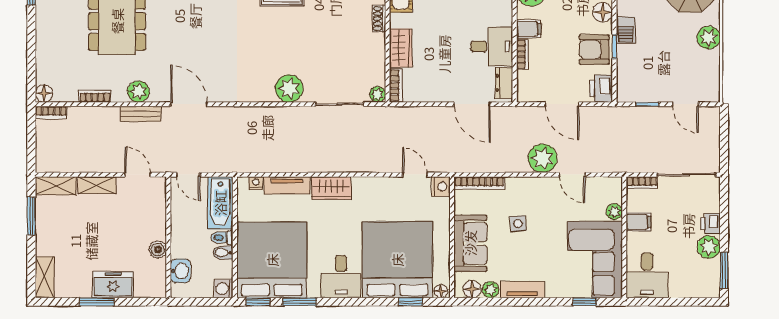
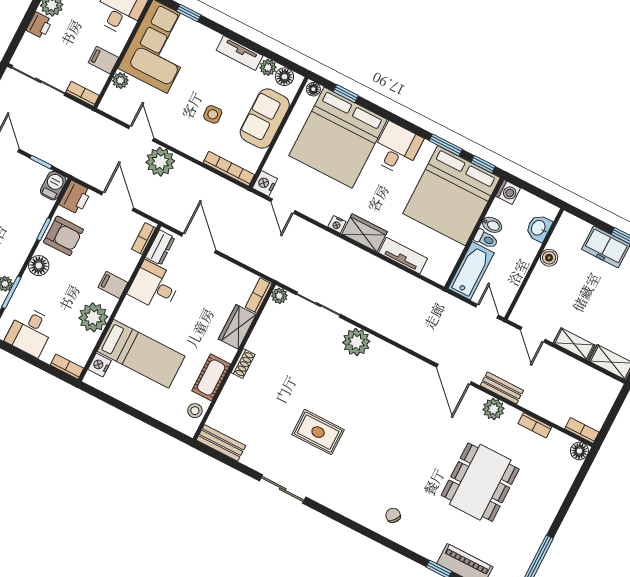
barbecue: (626, 30) -> (53, 186), moved
bookcase: (523, 54) -> (144, 239), moved
nightstand: (256, 183) -> (337, 224), moved

